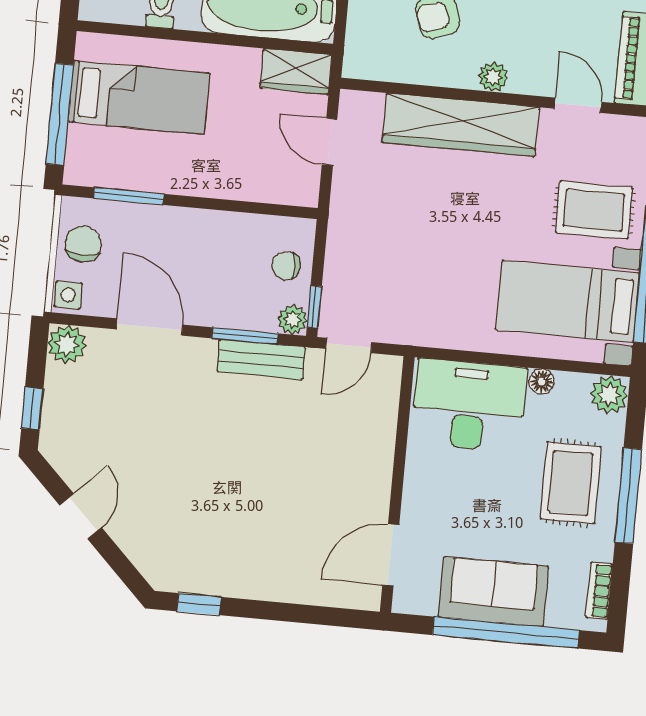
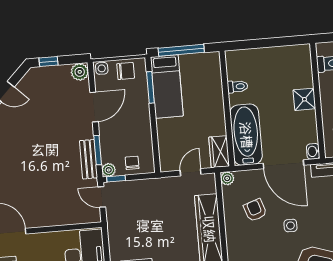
plant: (493, 77) -> (227, 178), moved
bed: (139, 97) -> (167, 87), moved

